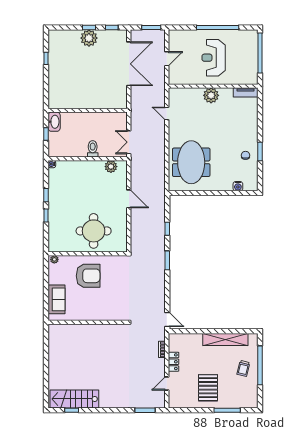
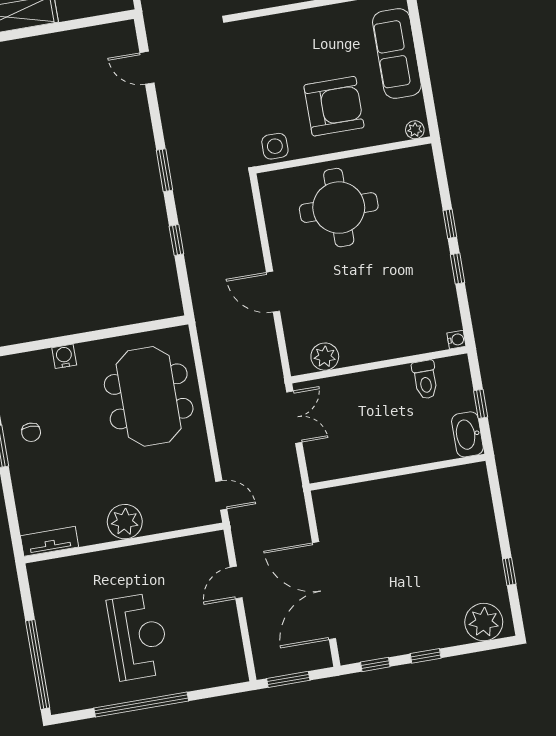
plant: (89, 38) -> (484, 622), moved
door: (167, 59) -> (236, 583), moved
wall: (213, 86) -> (124, 543), moved
tv unit: (246, 92) -> (50, 541), moved
plant: (211, 95) -> (125, 522), moved
toilet: (93, 149) -> (425, 380), moved
water cooler: (238, 186) -> (64, 356), moved
side table: (117, 263) -> (275, 146), added
armchair: (88, 276) -> (334, 106), turned 180
sofa: (57, 299) -> (397, 53), width x1.36
door: (167, 320) -> (147, 68), moved

